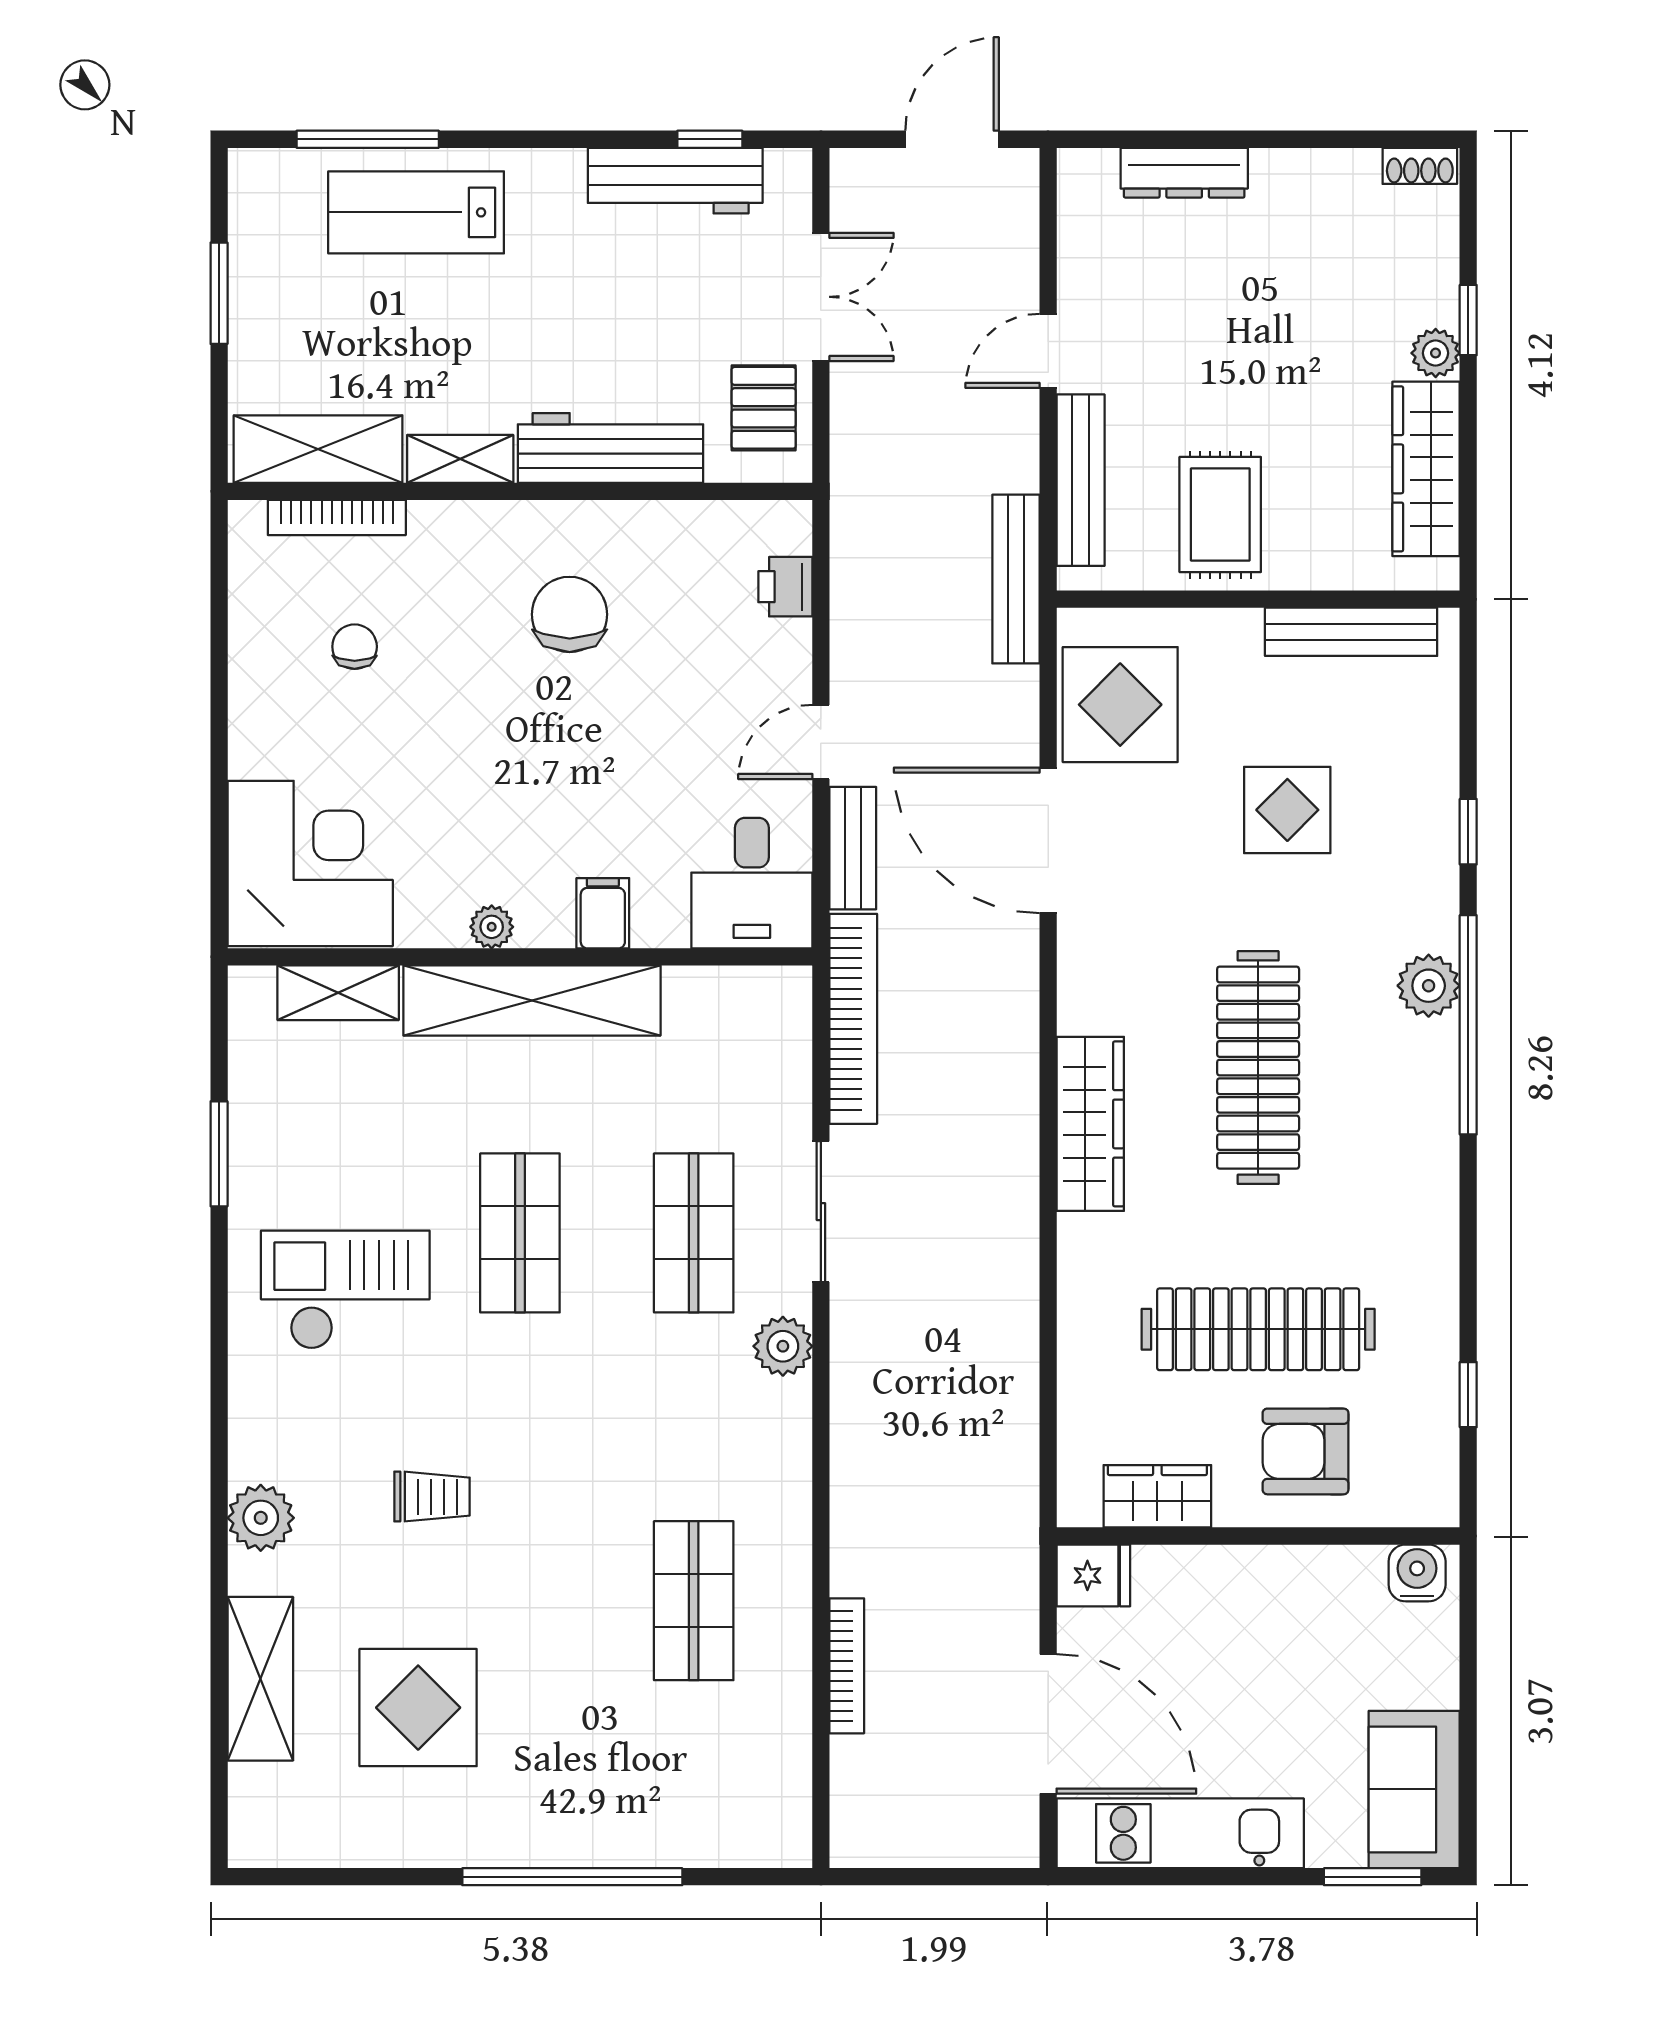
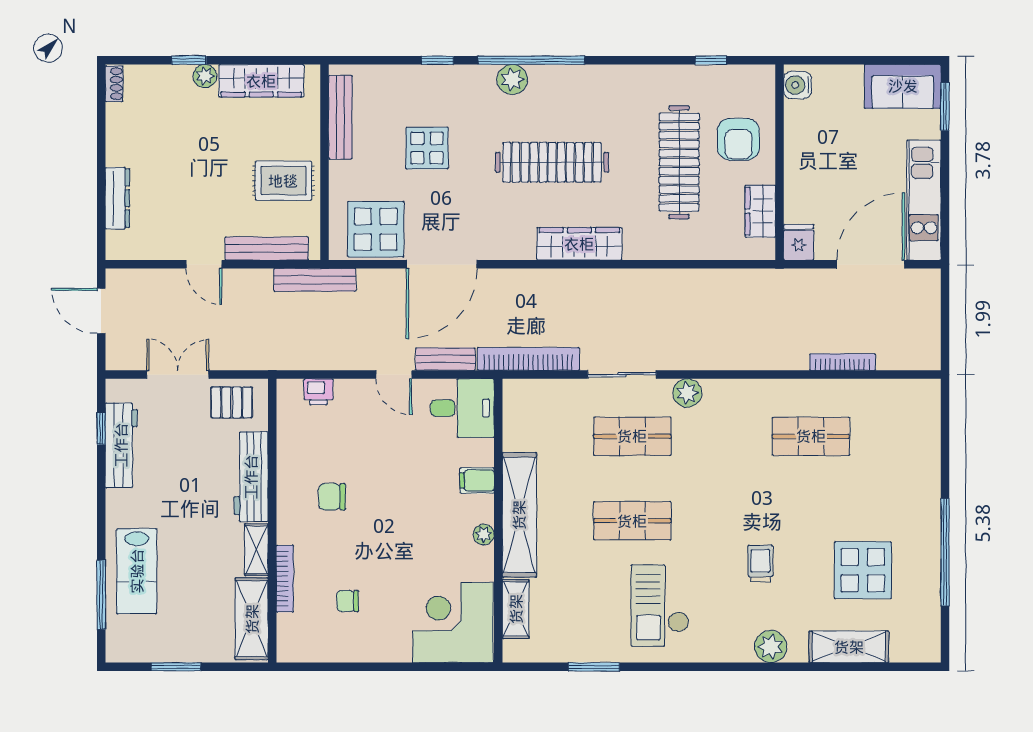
bookcase: (337, 517) -> (285, 579), moved
chair: (570, 614) -> (332, 497), width x0.73, depth x0.73
window: (572, 1877) -> (945, 552), moved

